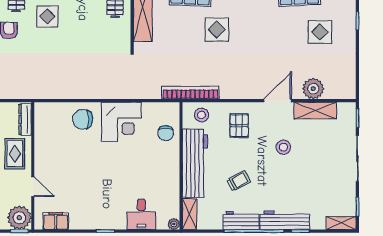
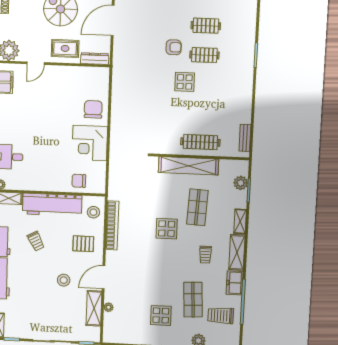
plant: (313, 89) -> (108, 307), width x0.53, depth x0.53
bookcase: (190, 93) -> (112, 225), moved
door: (278, 101) -> (104, 277), swing flipped

